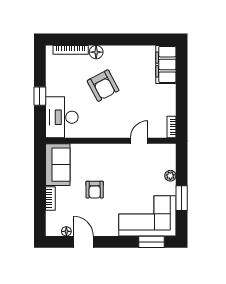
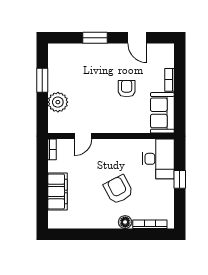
filing cabinet: (166, 64) -> (57, 192), moved
plant: (170, 176) -> (58, 102), width x1.87, depth x1.87
corner sofa: (147, 216) -> (75, 63), removed
floor lamp: (66, 231) -> (154, 48), removed
window: (152, 242) -> (95, 38), moved

